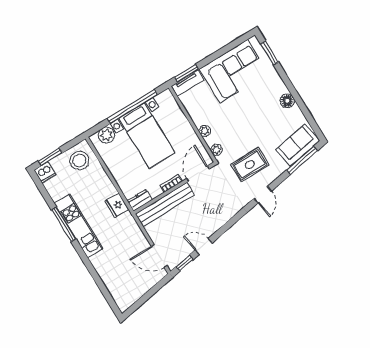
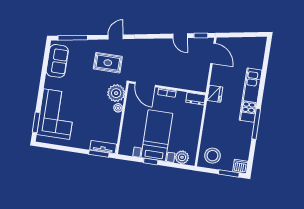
corner sofa: (234, 71) -> (56, 114), moved, turned 90
floor lamp: (287, 101) -> (50, 83), removed
window: (132, 107) -> (151, 162), width x0.32
sofa: (298, 145) -> (57, 61), moved, turned -80
plant: (216, 150) -> (116, 93), width x1.87, depth x1.87
door: (198, 174) -> (145, 85), hinge flipped
bench: (165, 204) -> (182, 83), removed
fridge: (117, 205) -> (215, 94), moved
kitchen unit: (79, 226) -> (251, 95), moved

